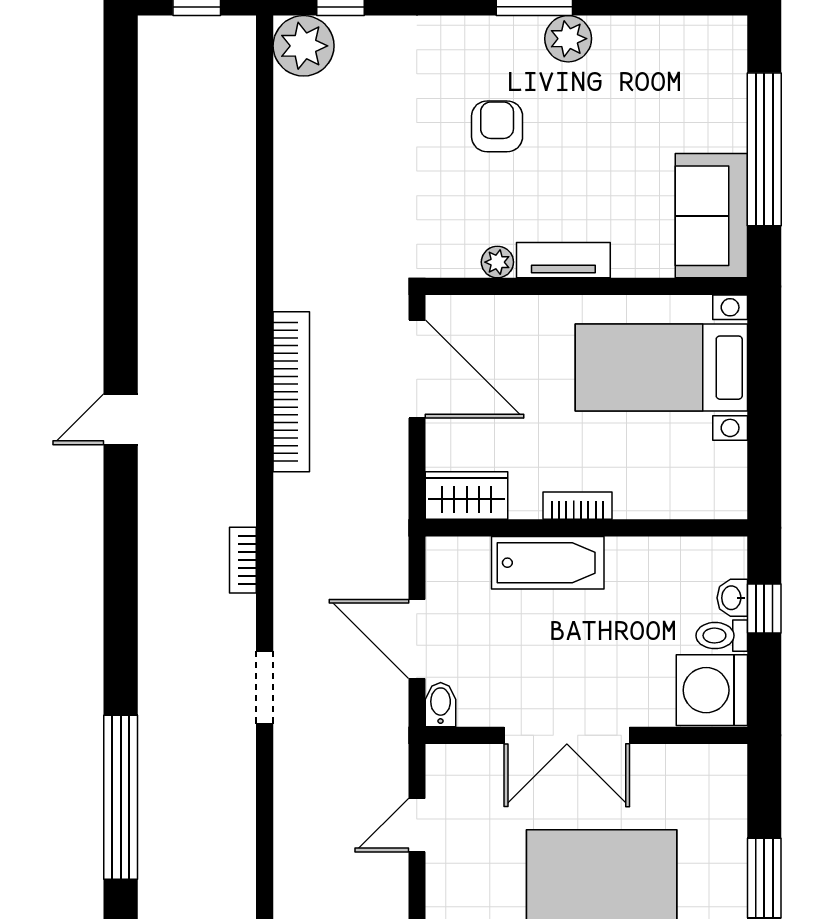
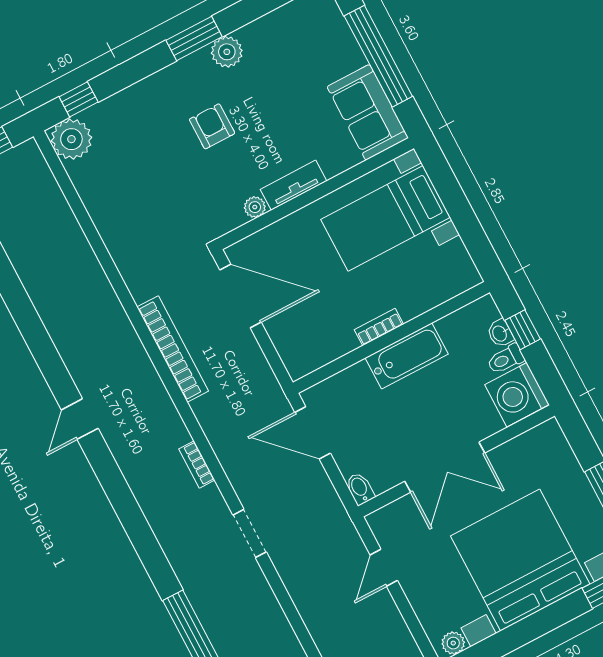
wardrobe: (467, 496) -> (310, 356), removed
bathtub: (548, 563) -> (407, 356), moved
door: (417, 639) -> (313, 433), moved

